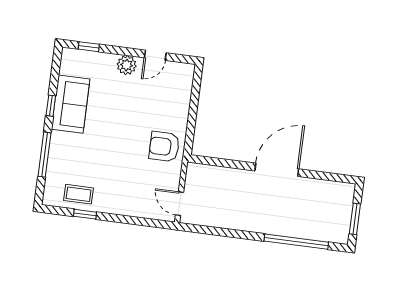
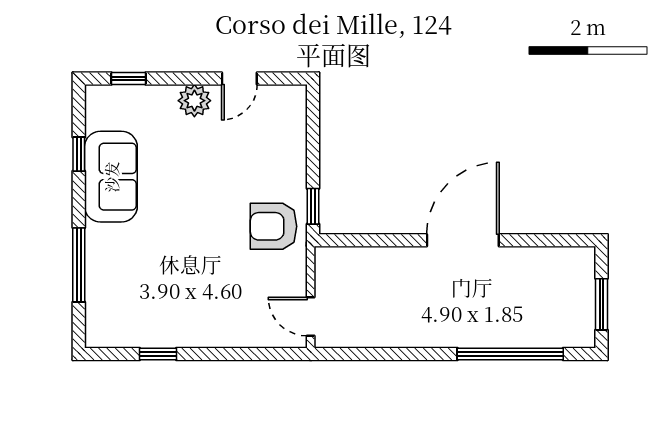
window: (51, 106) -> (79, 154), moved
window: (190, 138) -> (313, 206), added
coffee table: (79, 194) -> (143, 323), removed

